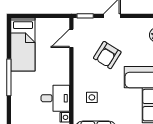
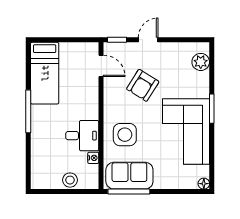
door: (71, 38) -> (101, 66), swing flipped
side table: (92, 97) -> (125, 135), width x1.87, depth x1.87

